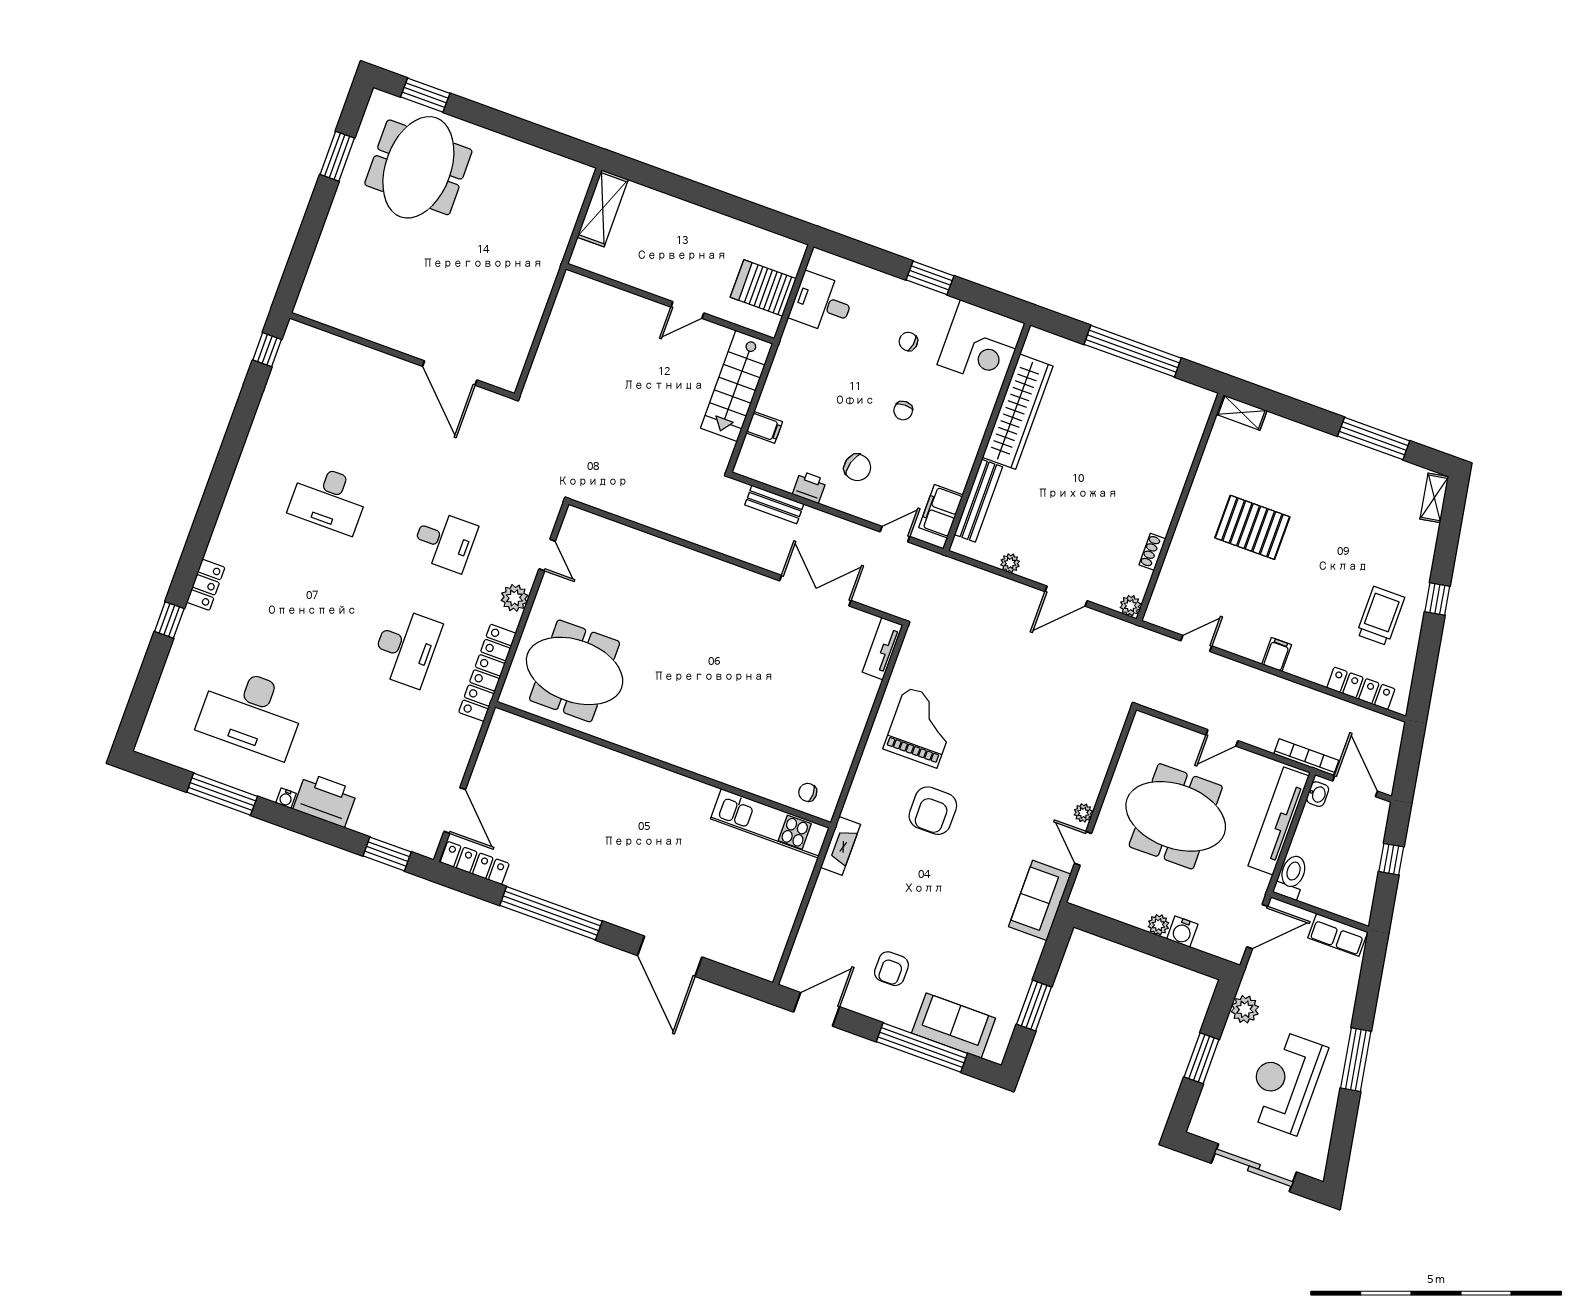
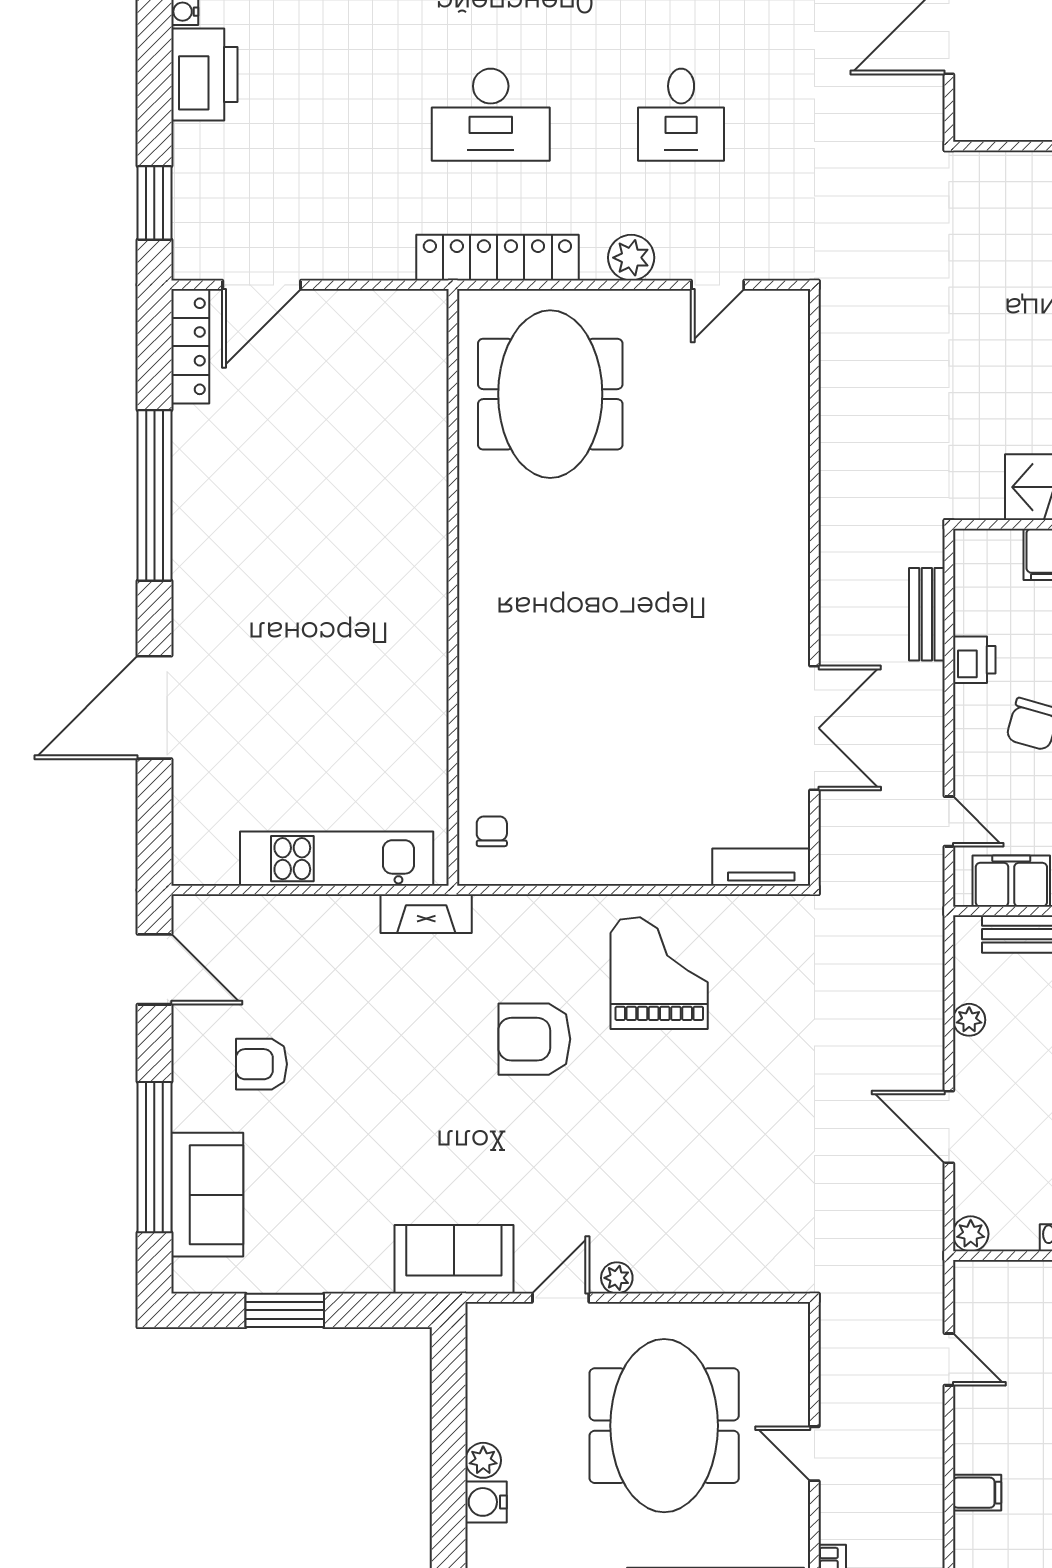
grand piano: (921, 727) -> (659, 973), turned -90
kitchen unit: (770, 823) -> (337, 859), moved, turned 90

